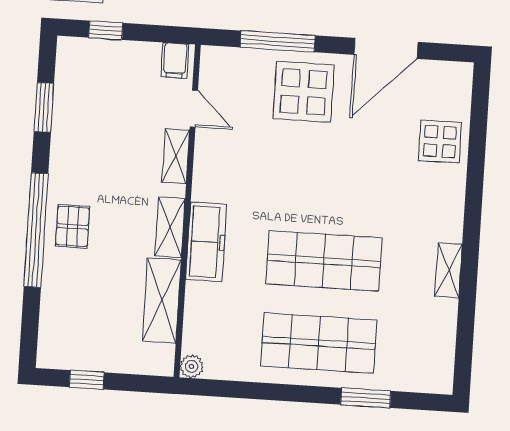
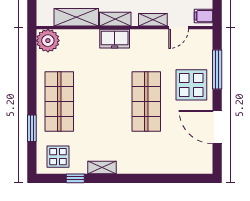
display table: (440, 141) -> (58, 157), moved
freezer: (206, 242) -> (115, 39), width x0.71
shop shelf: (324, 261) -> (146, 102), moved
window: (466, 322) -> (75, 178), added
plant: (192, 366) -> (48, 41), width x1.88, depth x1.88

